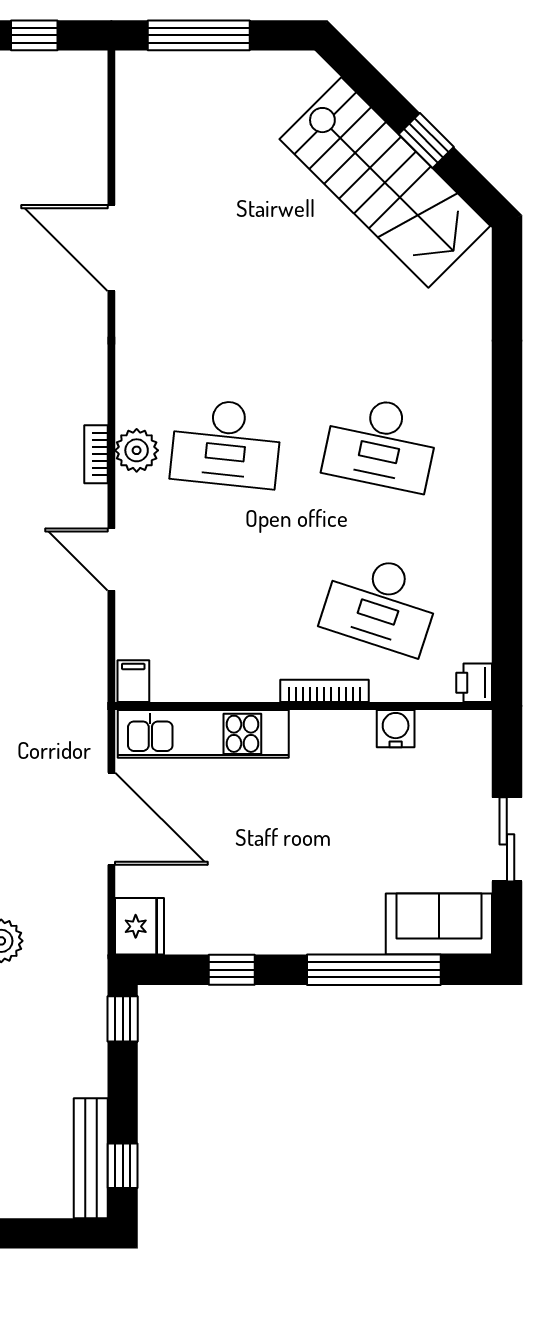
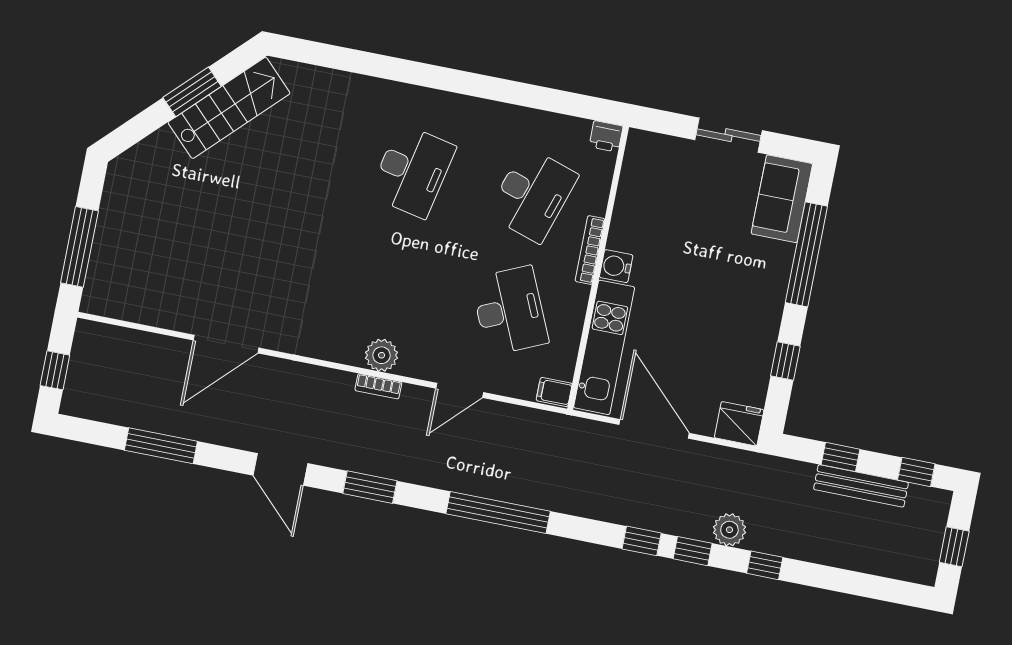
window: (426, 141) -> (192, 92), width x1.50
stairs: (385, 183) -> (229, 108), width x0.73, depth x0.66
desk: (226, 443) -> (510, 311), moved, turned -30
water cooler: (396, 729) -> (616, 266), moved
door: (111, 819) -> (654, 429), hinge flipped
window: (123, 1019) -> (840, 457), moved
bench: (91, 1158) -> (861, 486), moved
window: (37, 1233) -> (954, 547), added

